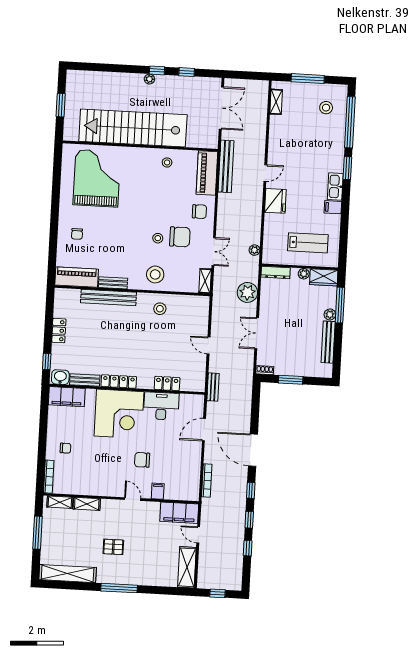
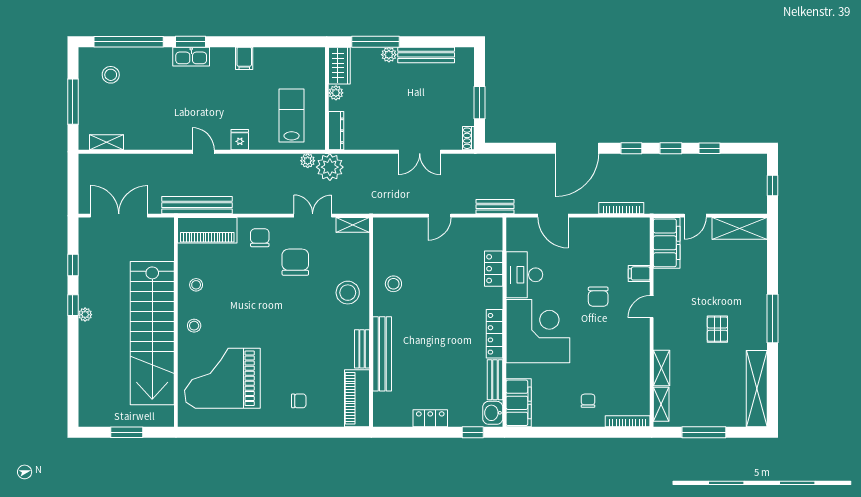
kitchen sink: (335, 186) -> (191, 57), moved
fridge: (275, 201) -> (240, 140), width x0.53, depth x0.75
stool: (158, 238) -> (194, 326), moved
lab bench: (308, 243) -> (292, 116), moved
plant: (247, 292) -> (330, 167), moved

